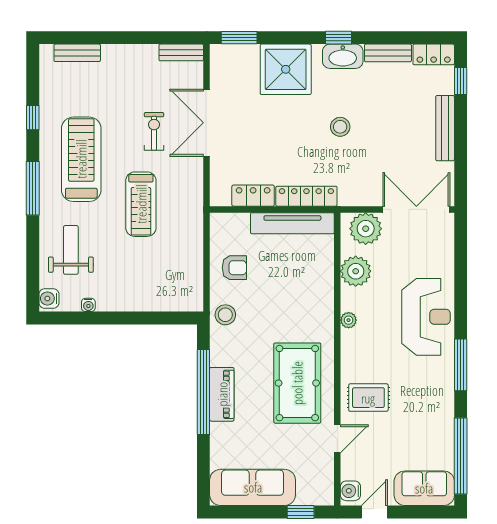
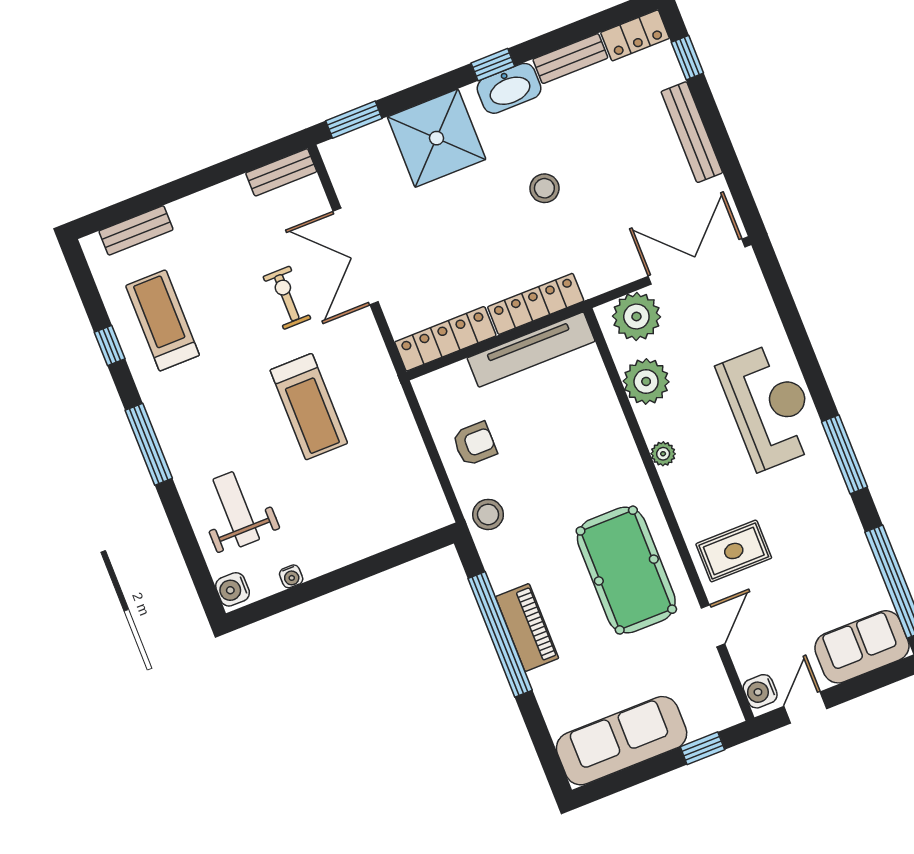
treadmill: (81, 159) -> (163, 320), moved, width x0.73, depth x0.73
locker: (253, 196) -> (445, 339), width x1.53

